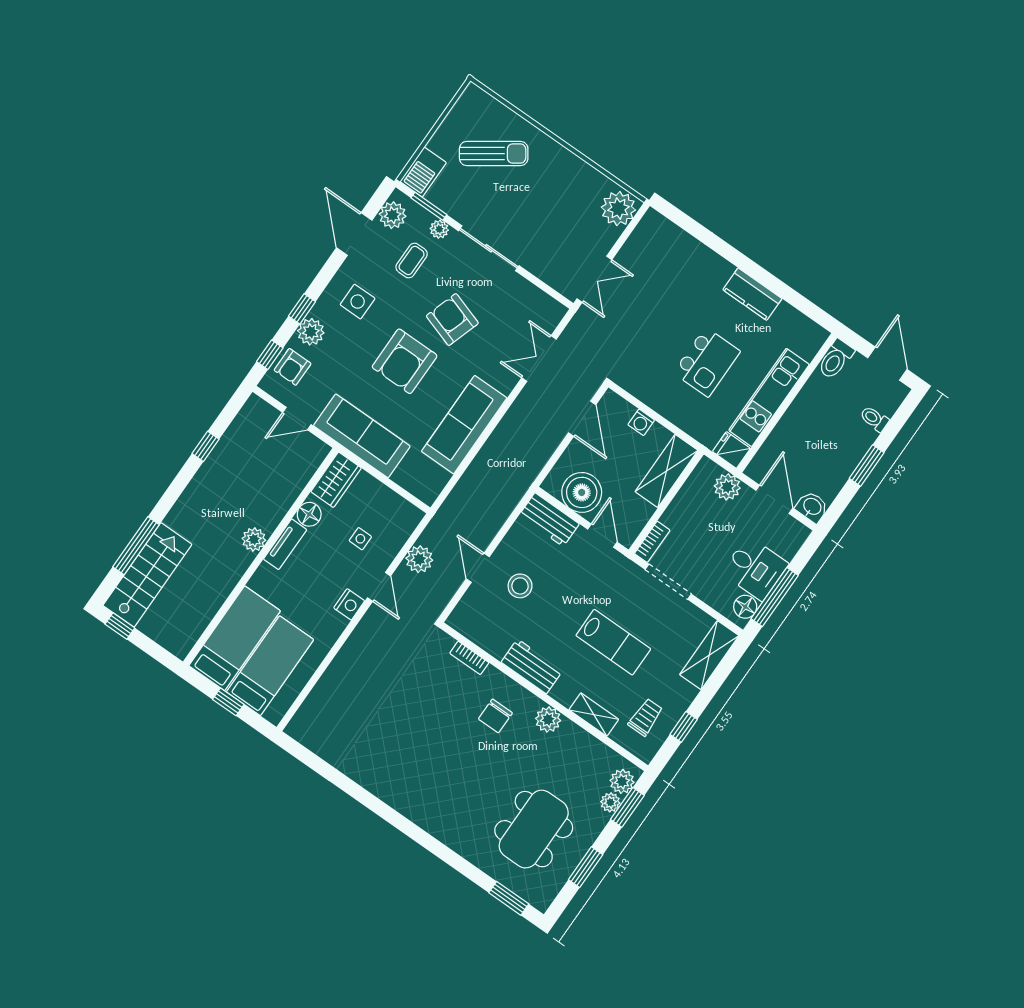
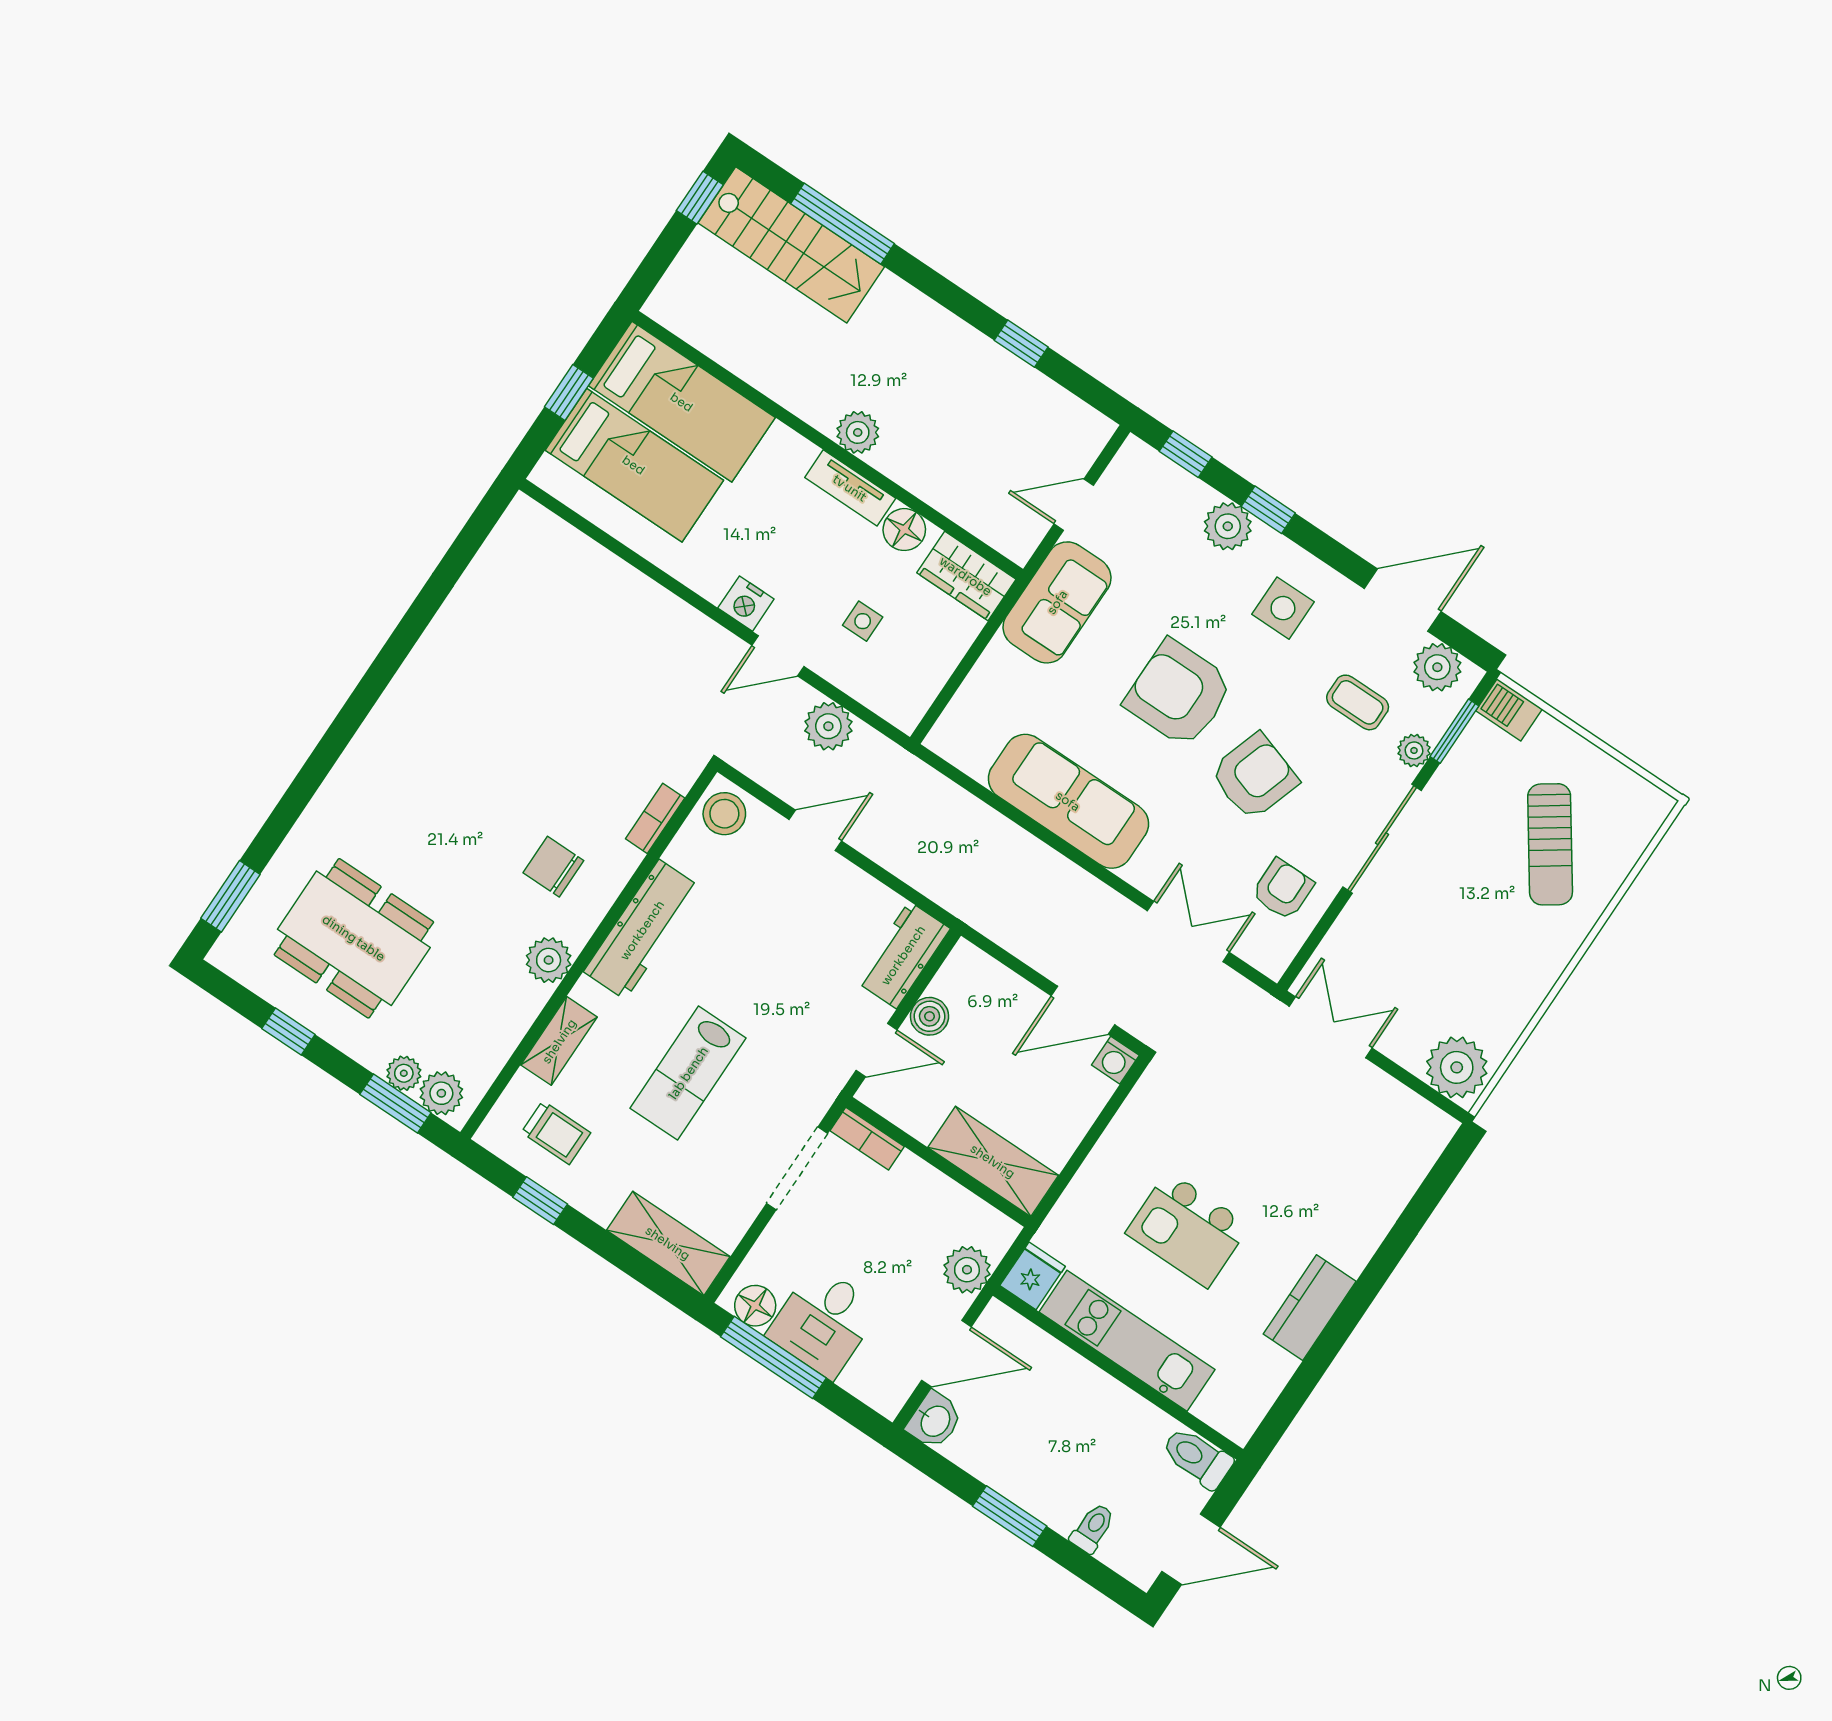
barbecue: (423, 172) -> (1509, 710), width x0.73, depth x0.79
double door: (594, 279) -> (1331, 1027), swing flipped
armchair: (293, 367) -> (1283, 889), moved, turned 90
door: (297, 418) -> (1074, 505), hinge flipped
washing machine: (641, 422) -> (1115, 1060), moved, turned -90
sofa: (362, 436) -> (1057, 602), width x0.73
boiler: (582, 492) -> (930, 1016), width x0.54, depth x0.54
stool: (520, 586) -> (724, 814), moved
workbench: (532, 666) -> (642, 930), width x1.38
window: (586, 867) -> (288, 1031), width x0.67

